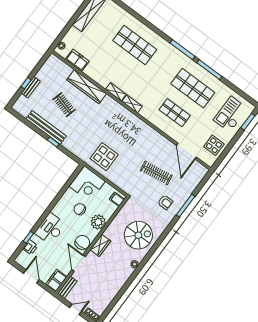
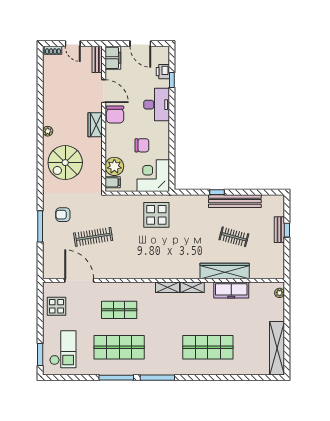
freezer: (77, 60) -> (231, 290), moved, width x1.40
plant: (98, 222) -> (114, 166), moved
door: (76, 309) -> (73, 44), hinge flipped

